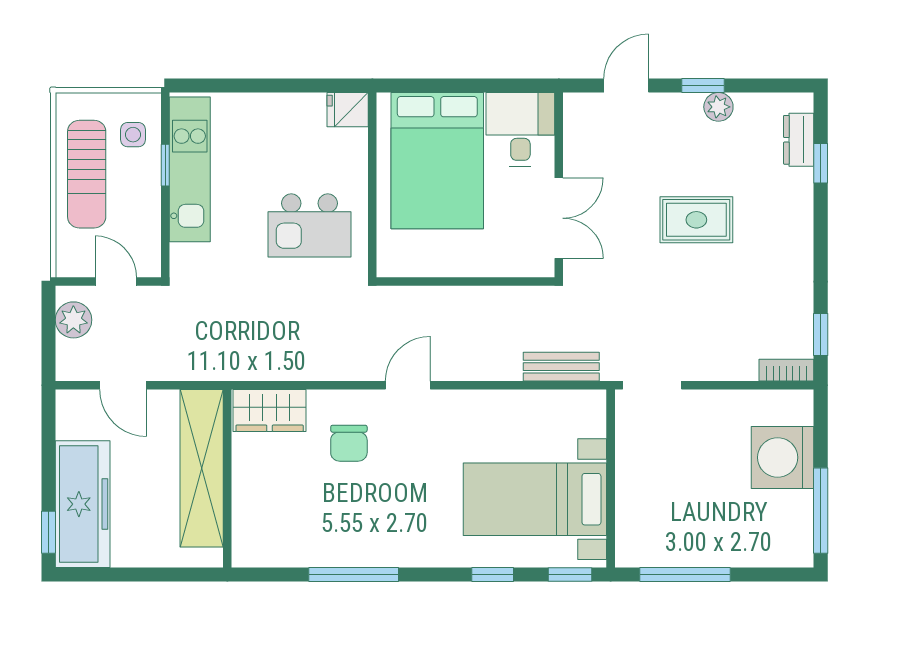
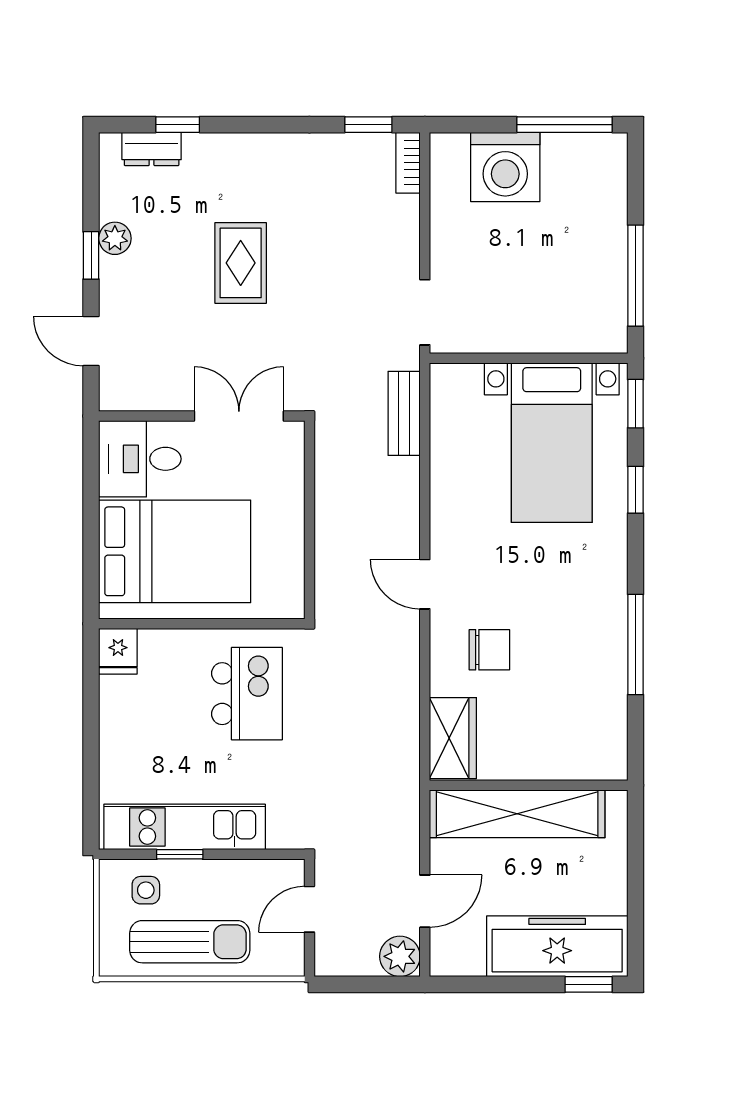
plant: (73, 320) -> (400, 956), moved

